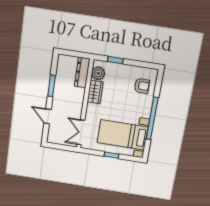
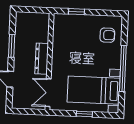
dresser: (82, 72) -> (42, 59), moved
plant: (98, 73) -> (60, 27), removed
wardrobe: (95, 92) -> (59, 47), removed

